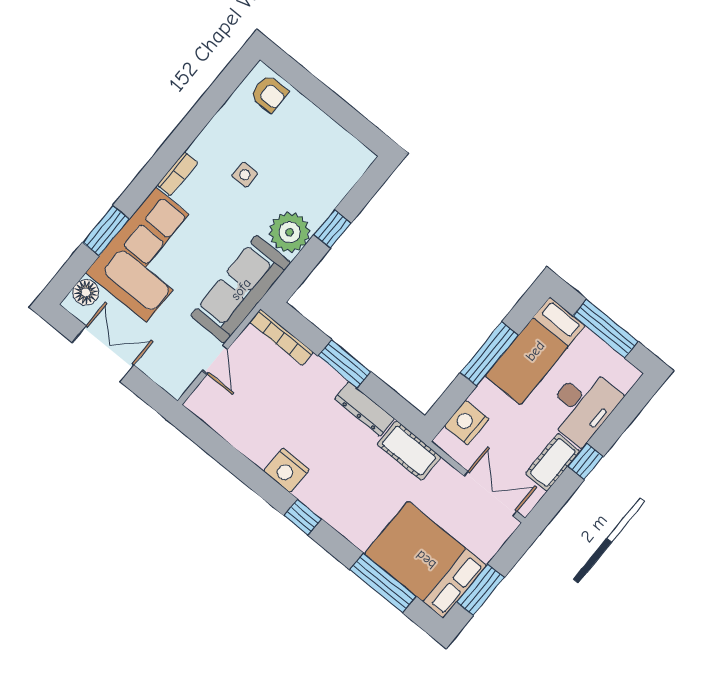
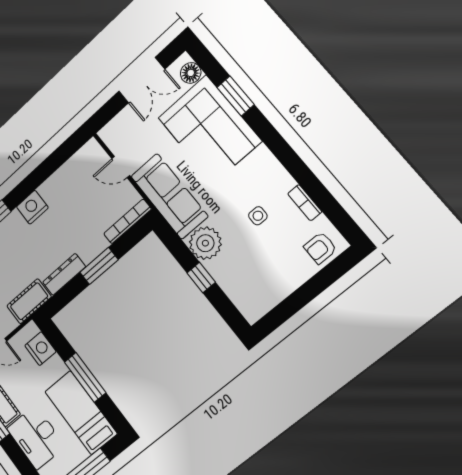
bookcase: (177, 174) -> (305, 203), moved

